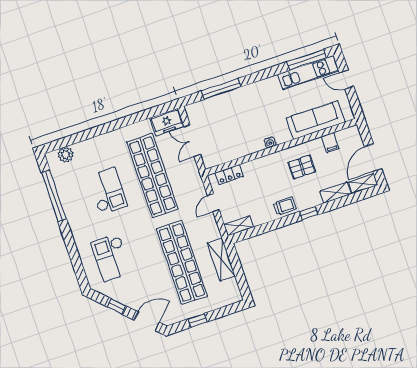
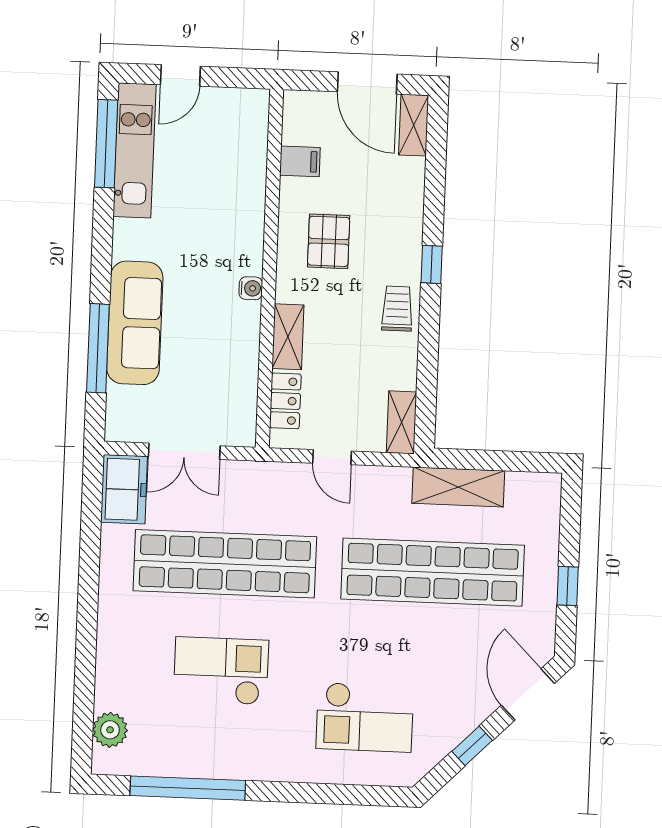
sofa: (316, 120) -> (135, 323), moved, turned 180
shelving: (336, 193) -> (288, 337), moved

